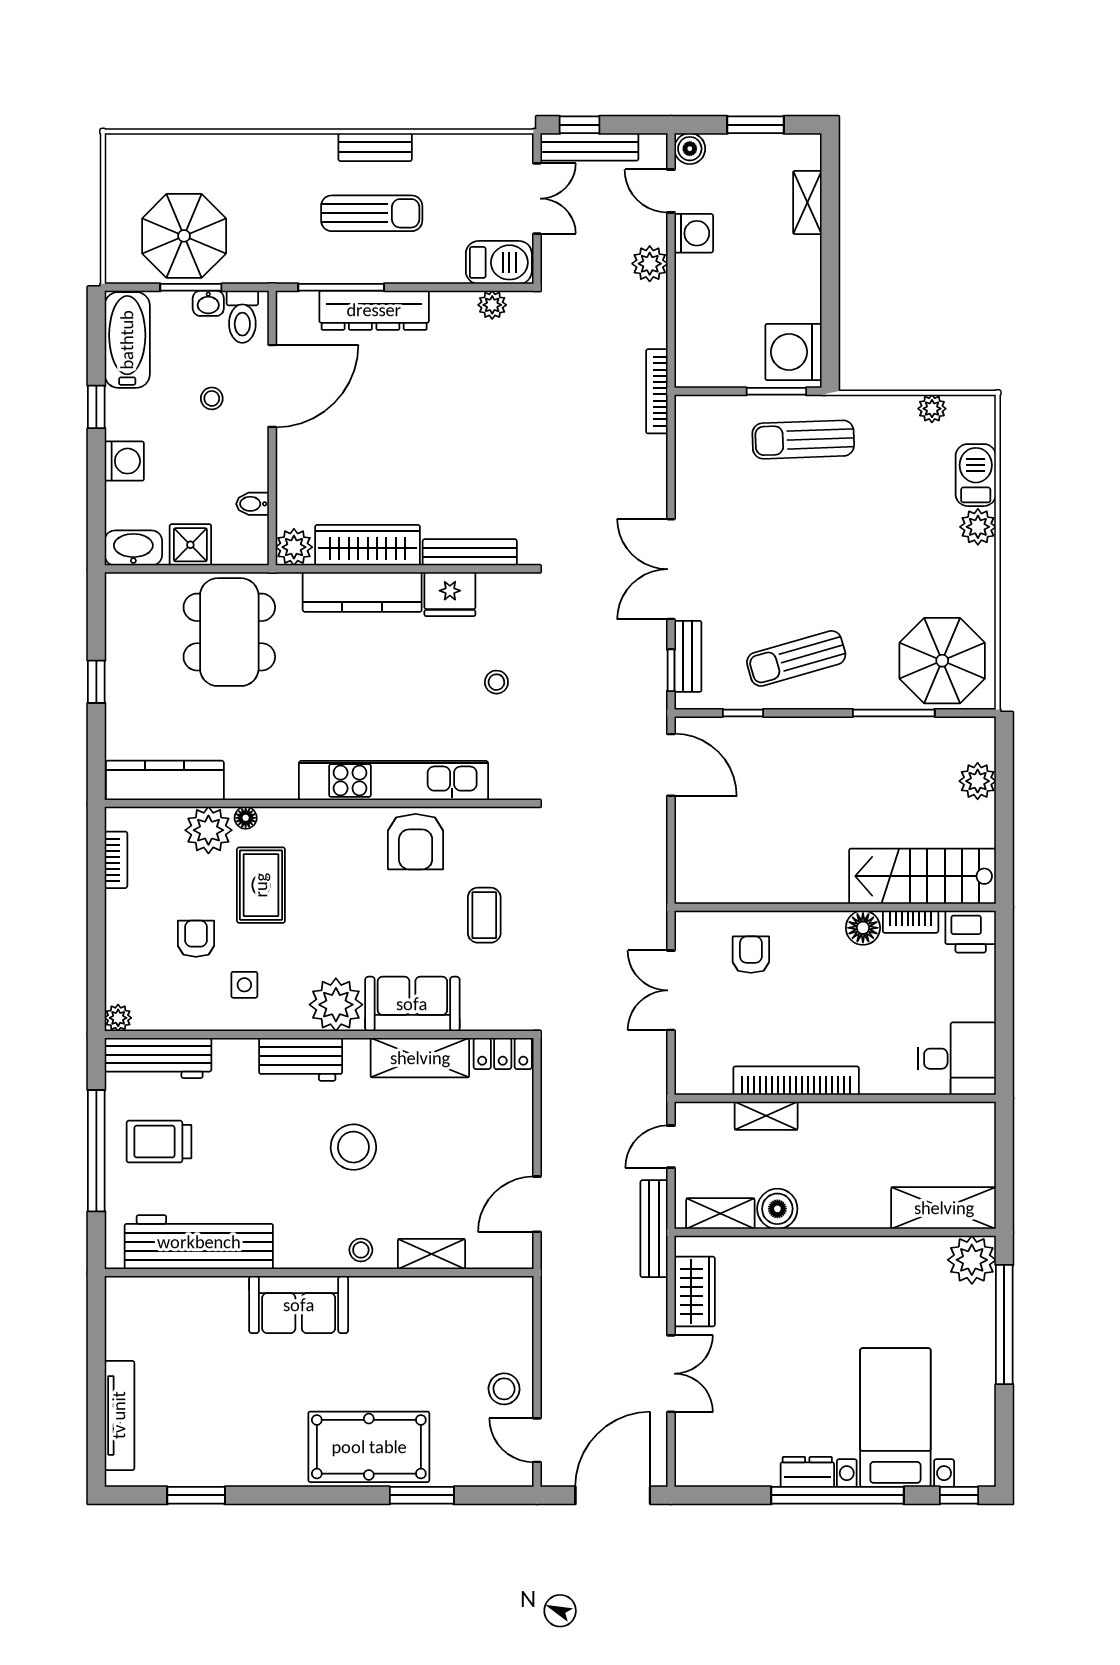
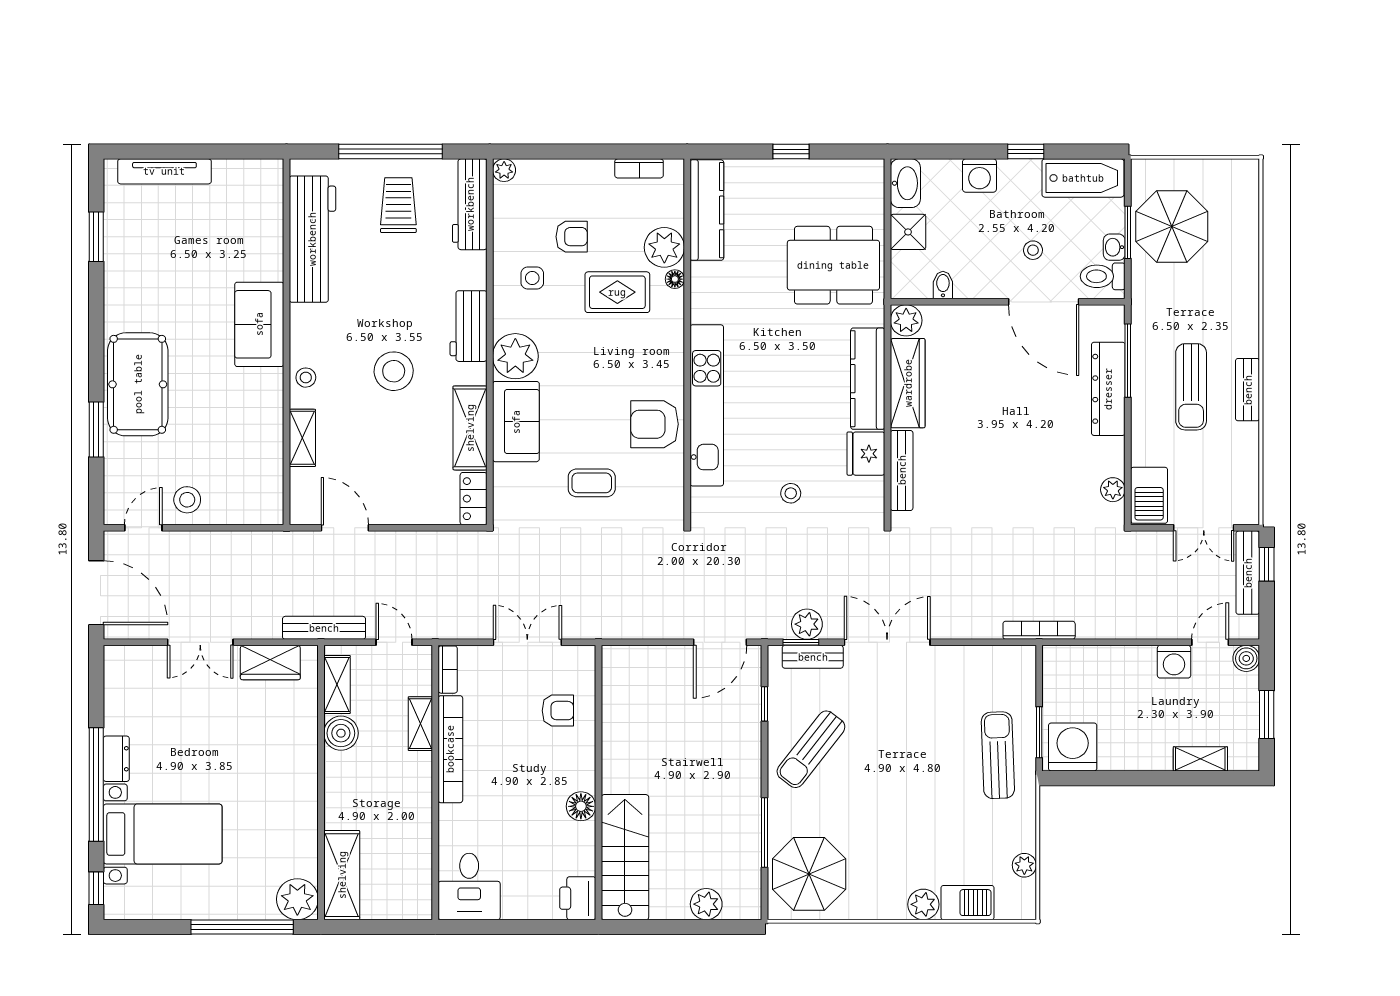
plant: (650, 264) -> (807, 624), moved
sun lounger: (796, 658) -> (811, 749), turned -126
bookcase: (911, 922) -> (448, 670), moved, turned 180

